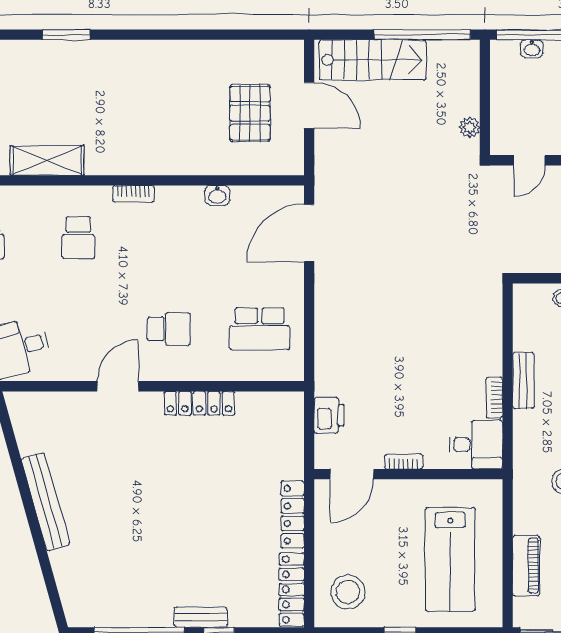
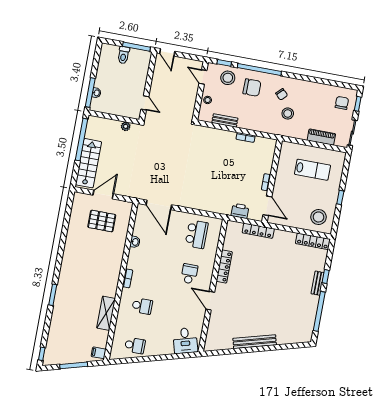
bench: (523, 381) -> (225, 121), moved
desk: (476, 445) -> (265, 149), removed
locker: (293, 515) -> (258, 231), moved
lab bench: (450, 559) -> (312, 170), width x0.73, depth x0.72

